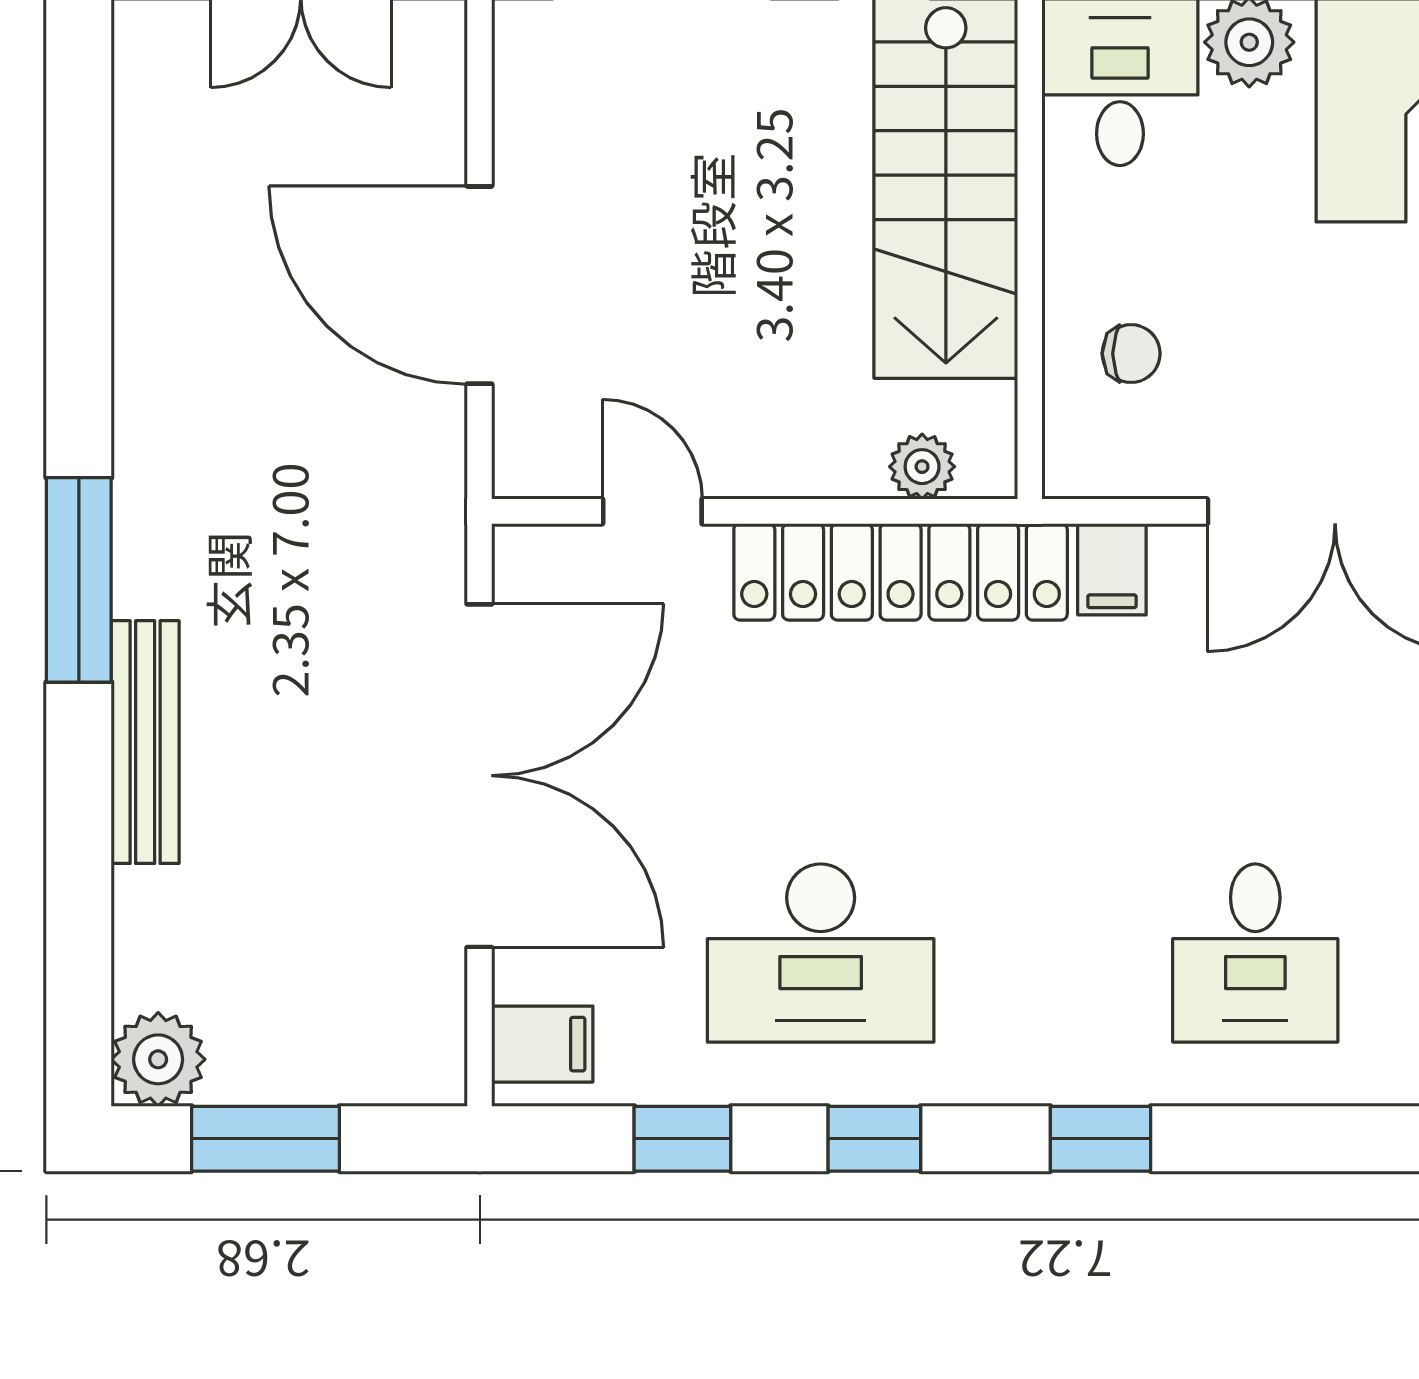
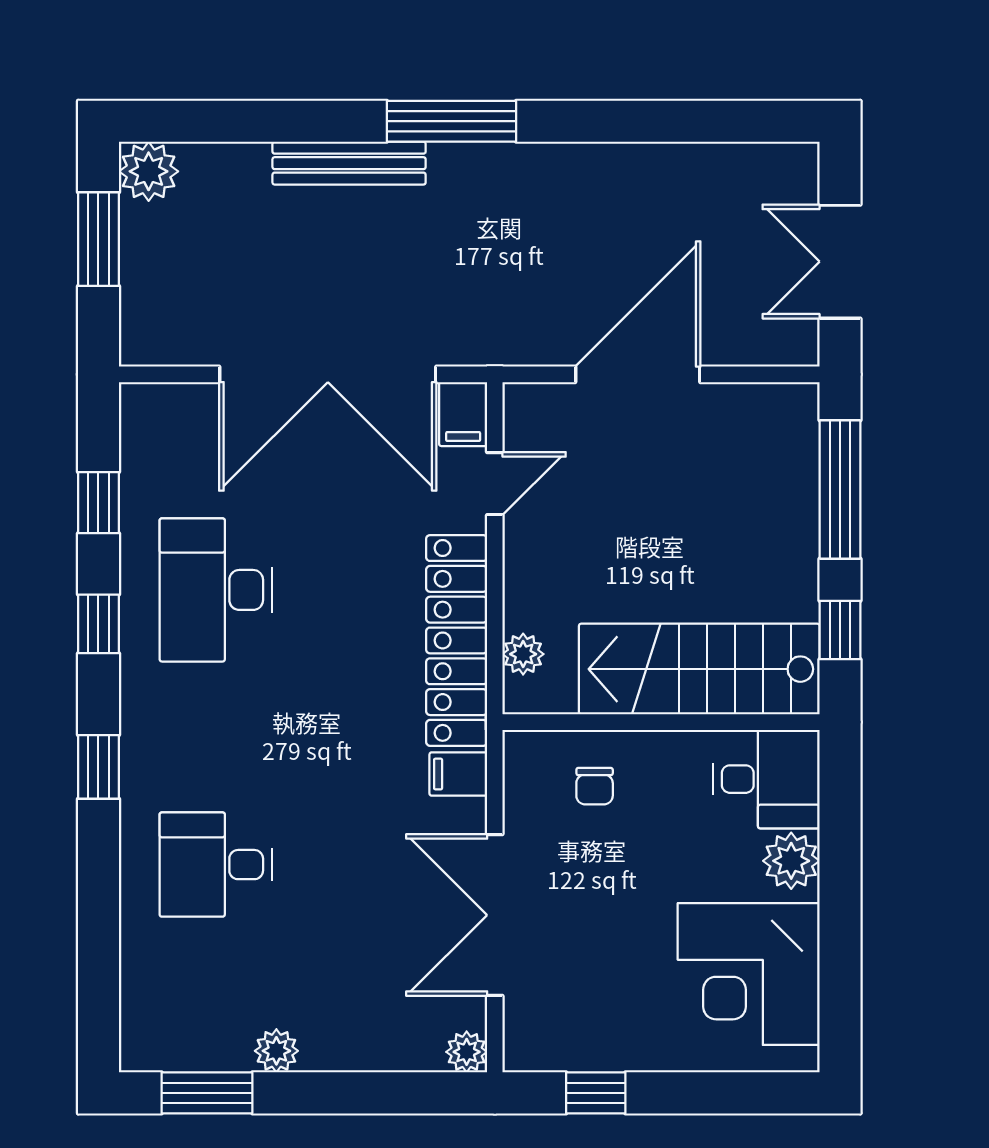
filing cabinet: (542, 1044) -> (463, 414), moved

